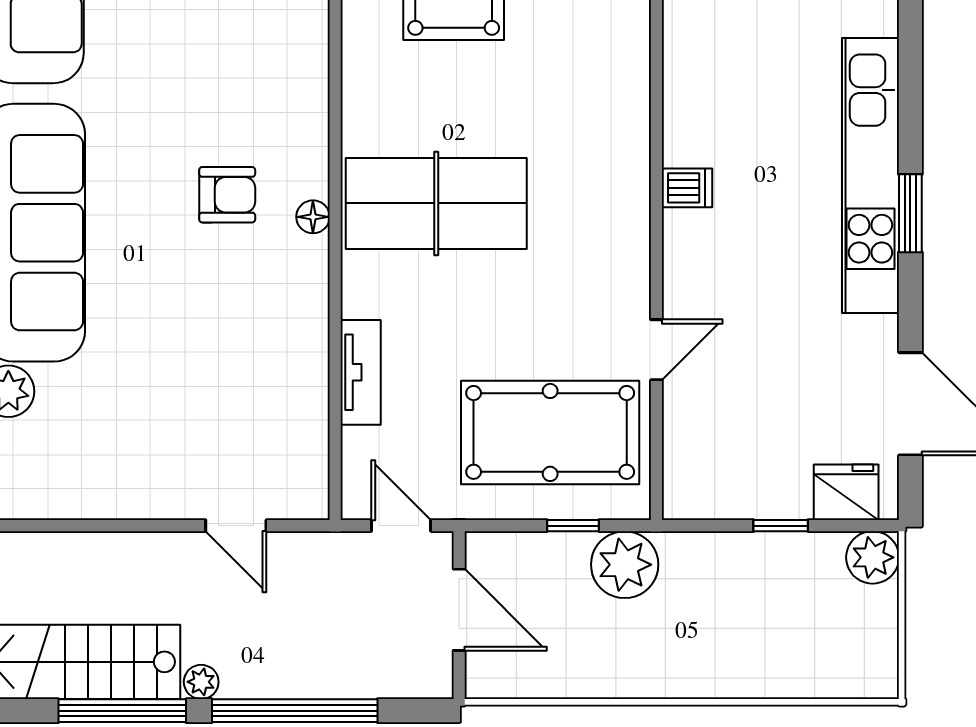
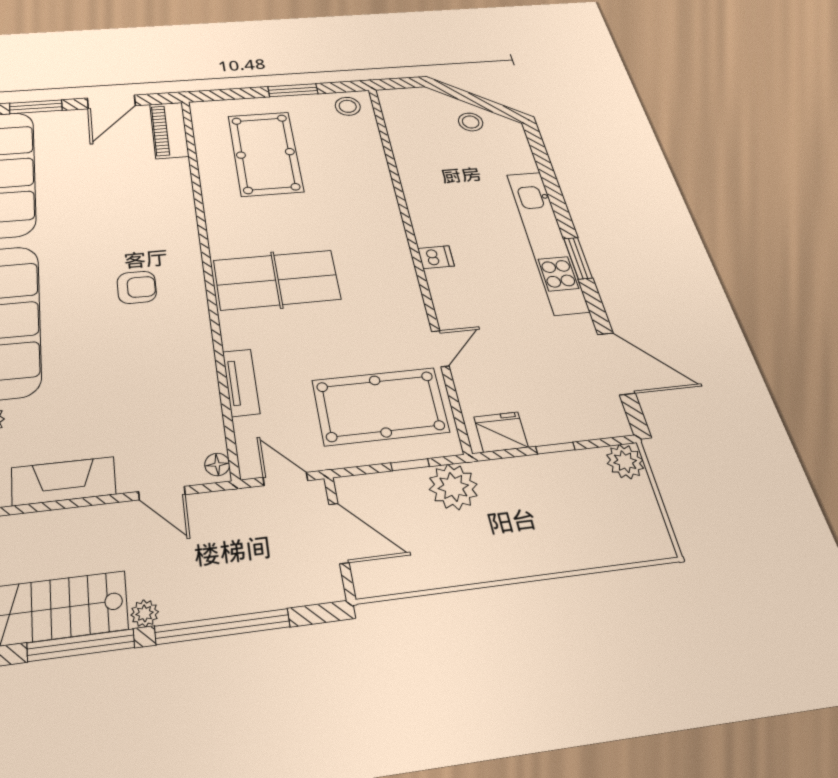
floor lamp: (313, 217) -> (217, 464), moved
fridge: (846, 492) -> (501, 432), moved
fireplace: (109, 493) -> (64, 481), added

